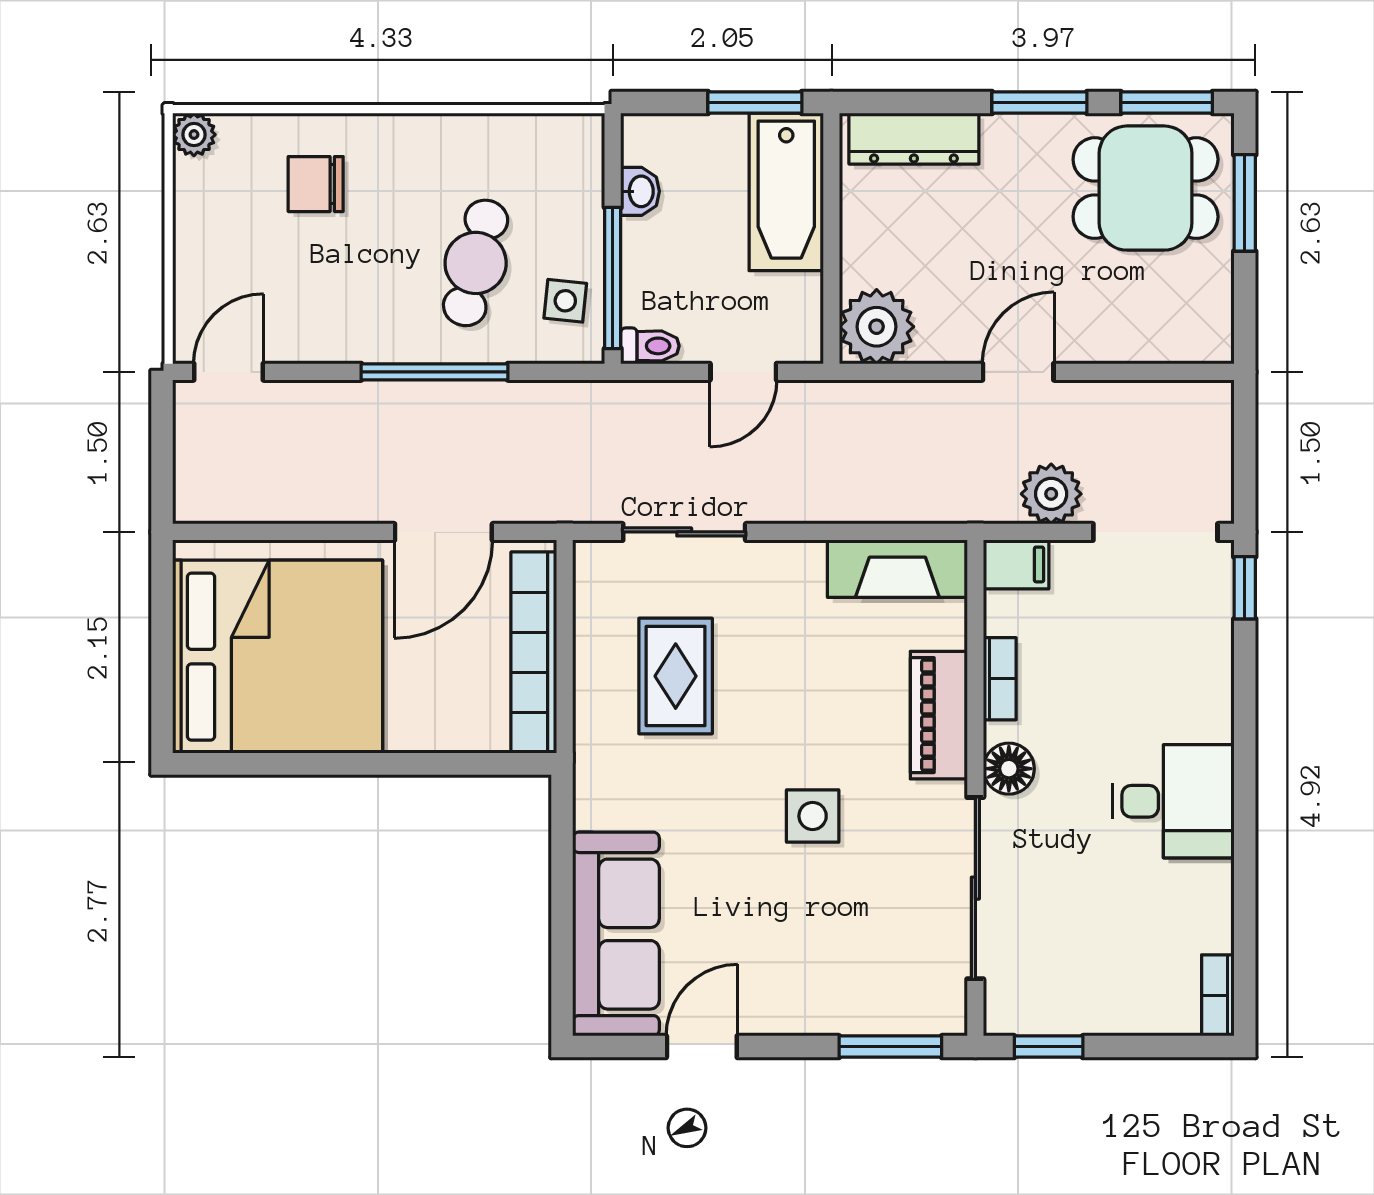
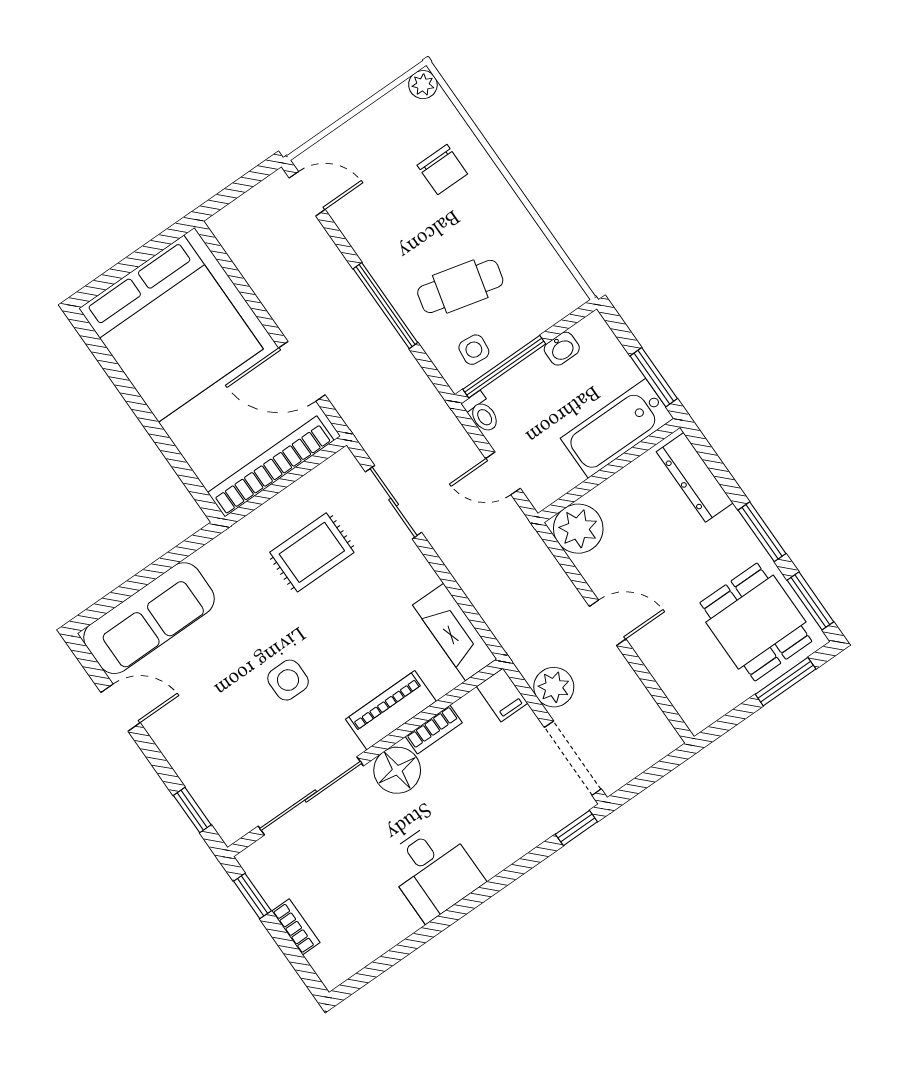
chair: (316, 184) -> (442, 170), turned 180
floor lamp: (1009, 769) -> (397, 770), width x1.38, depth x1.38
bookcase: (1218, 995) -> (296, 927), moved, turned 90
window: (890, 1047) -> (192, 810), width x0.67

